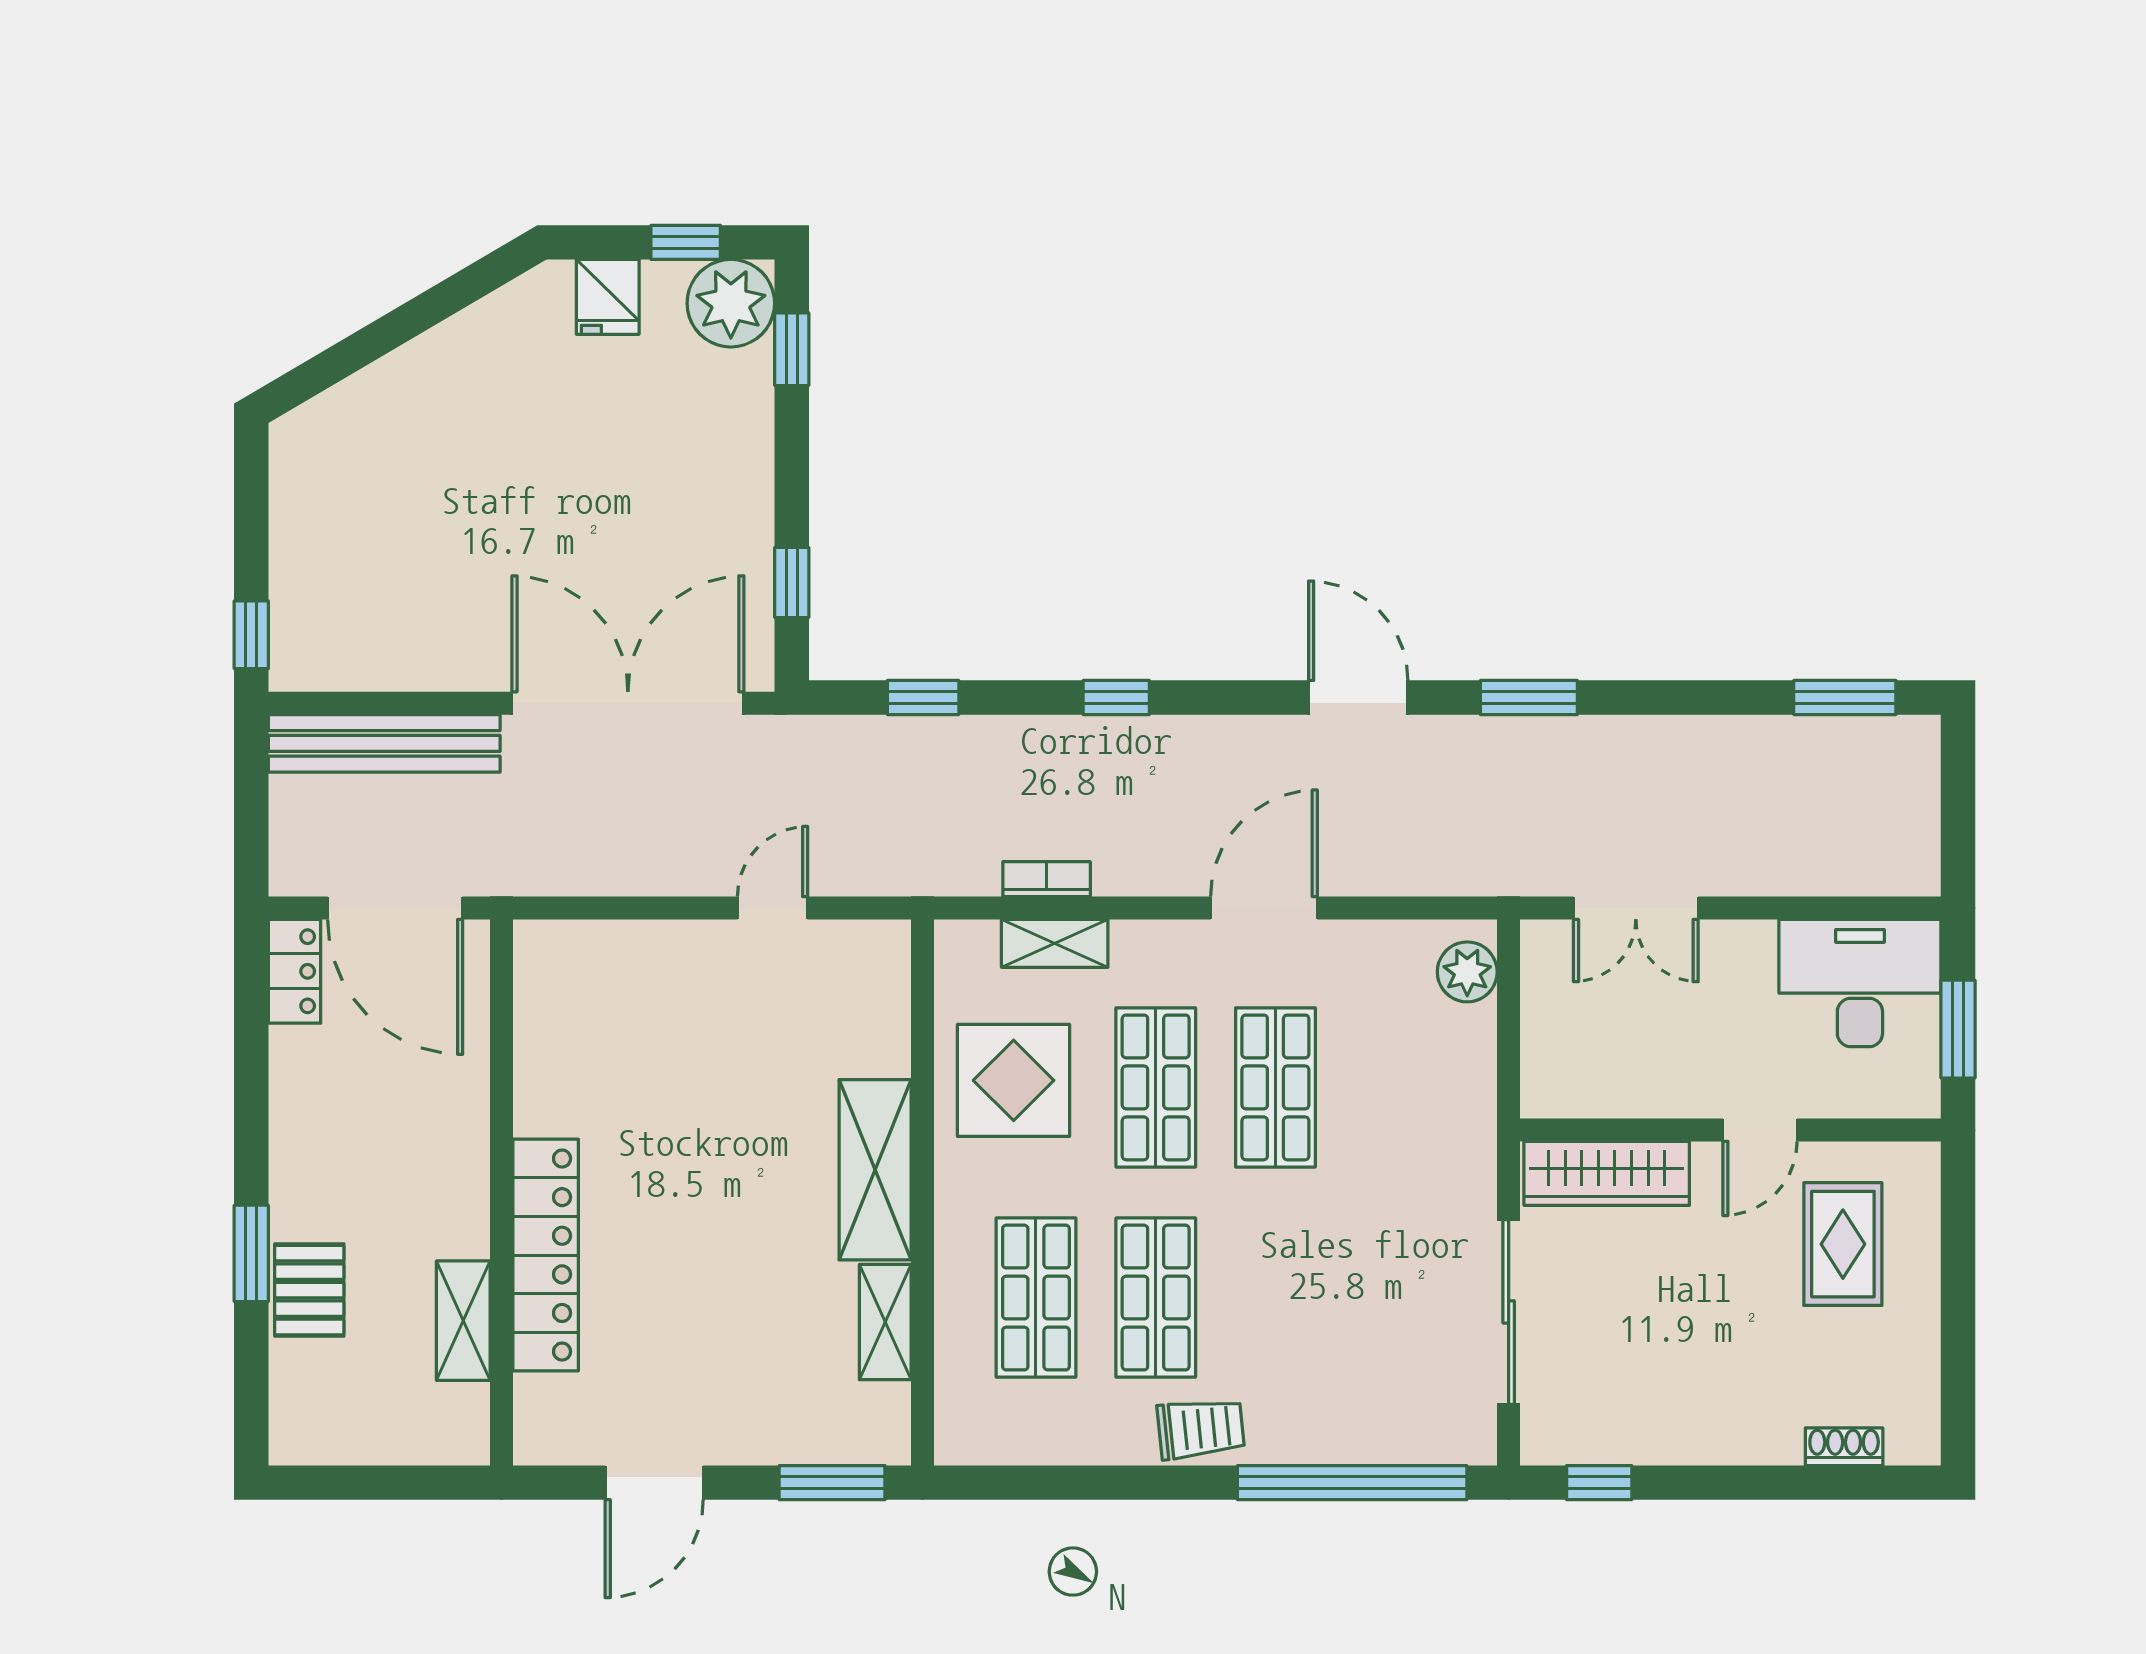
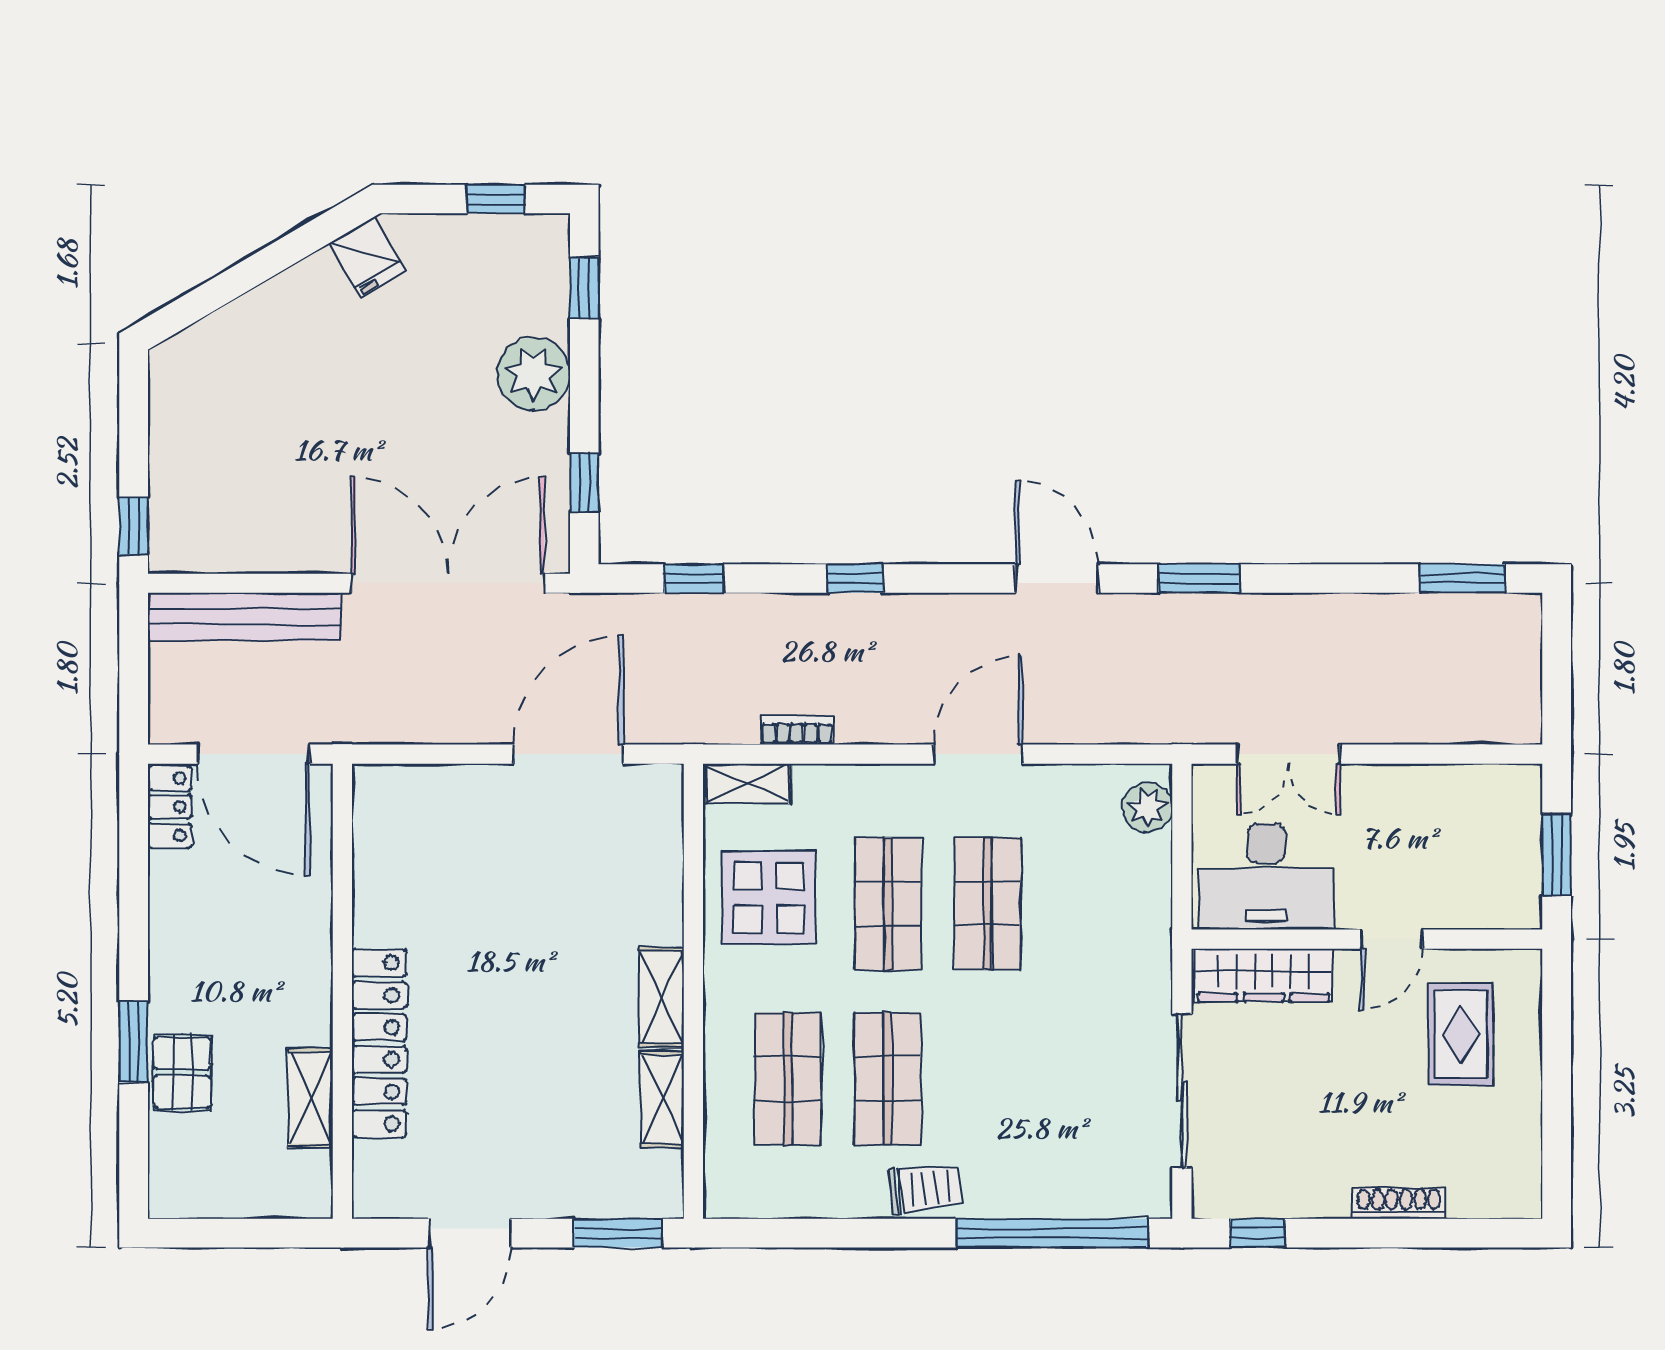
fridge: (608, 297) -> (367, 257), moved, turned -30
plant: (731, 303) -> (533, 374), moved
door: (773, 908) -> (568, 754), width x1.87
shelving: (1055, 943) -> (747, 784), moved
desk: (1860, 983) -> (1266, 876), moved, turned 180
shelving: (875, 1170) -> (661, 997), width x0.67, depth x0.75
shoe rack: (1844, 1447) -> (1399, 1203), moved, width x1.43

